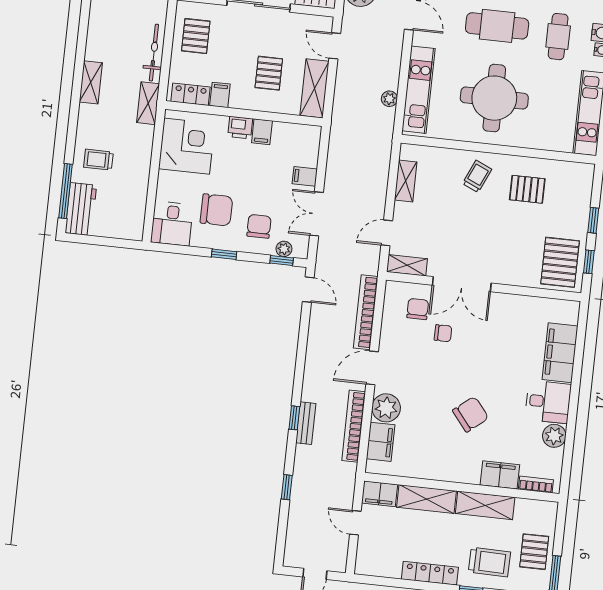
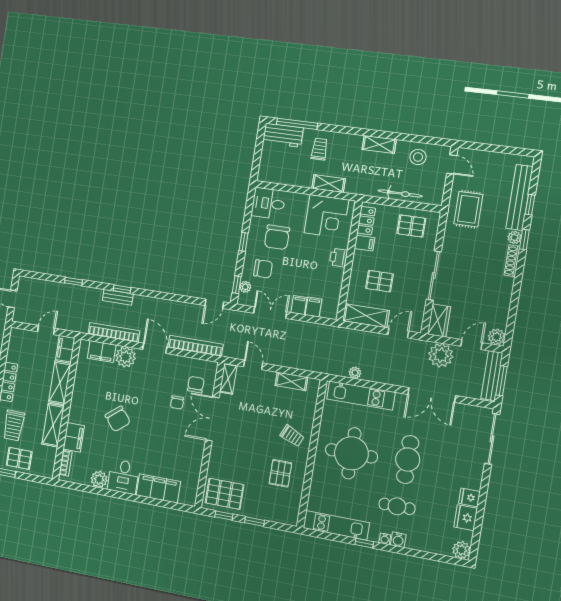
stool: (106, 32) -> (418, 157), added
shelving: (148, 103) -> (329, 184), moved
filing cabinet: (262, 132) -> (314, 307), moved, turned 90
chair: (418, 309) -> (196, 385), turned -90

